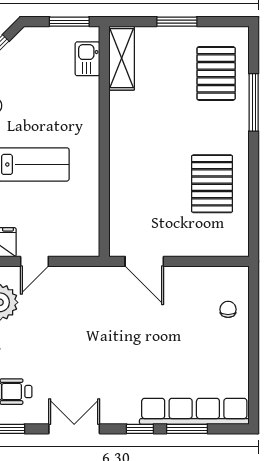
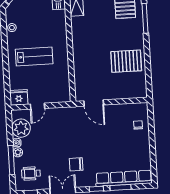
pallet: (212, 184) -> (126, 61), turned 90
chair: (103, 379) -> (76, 164), added

